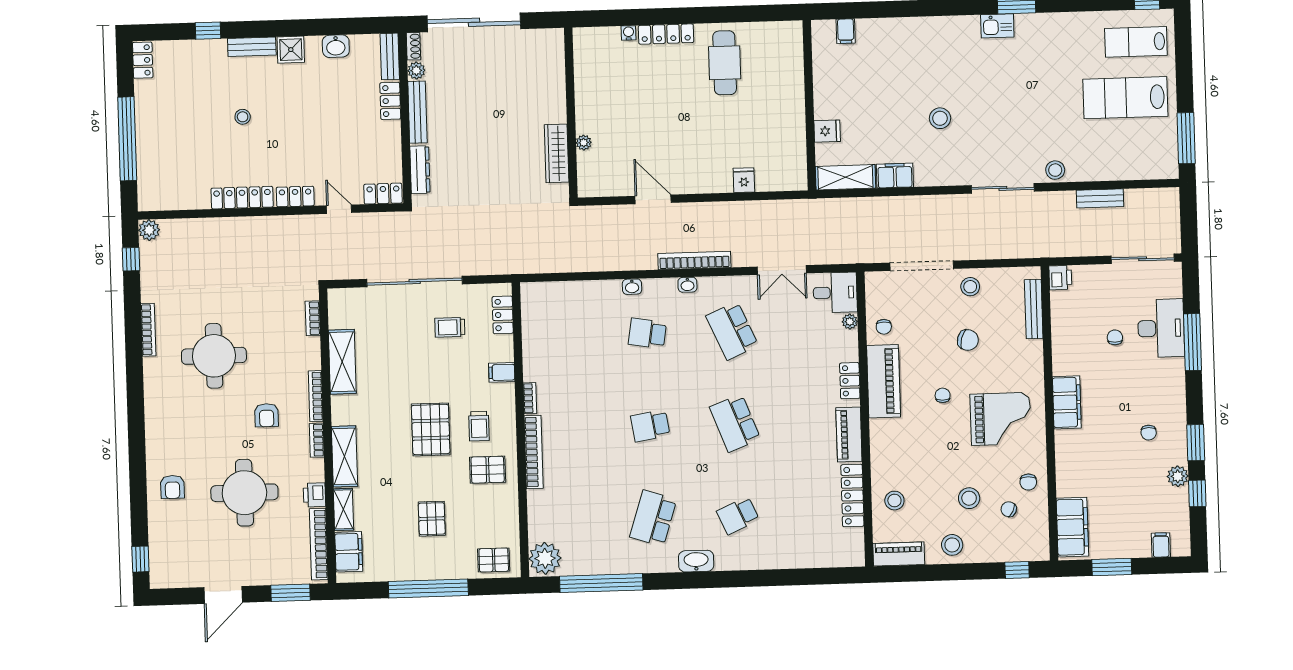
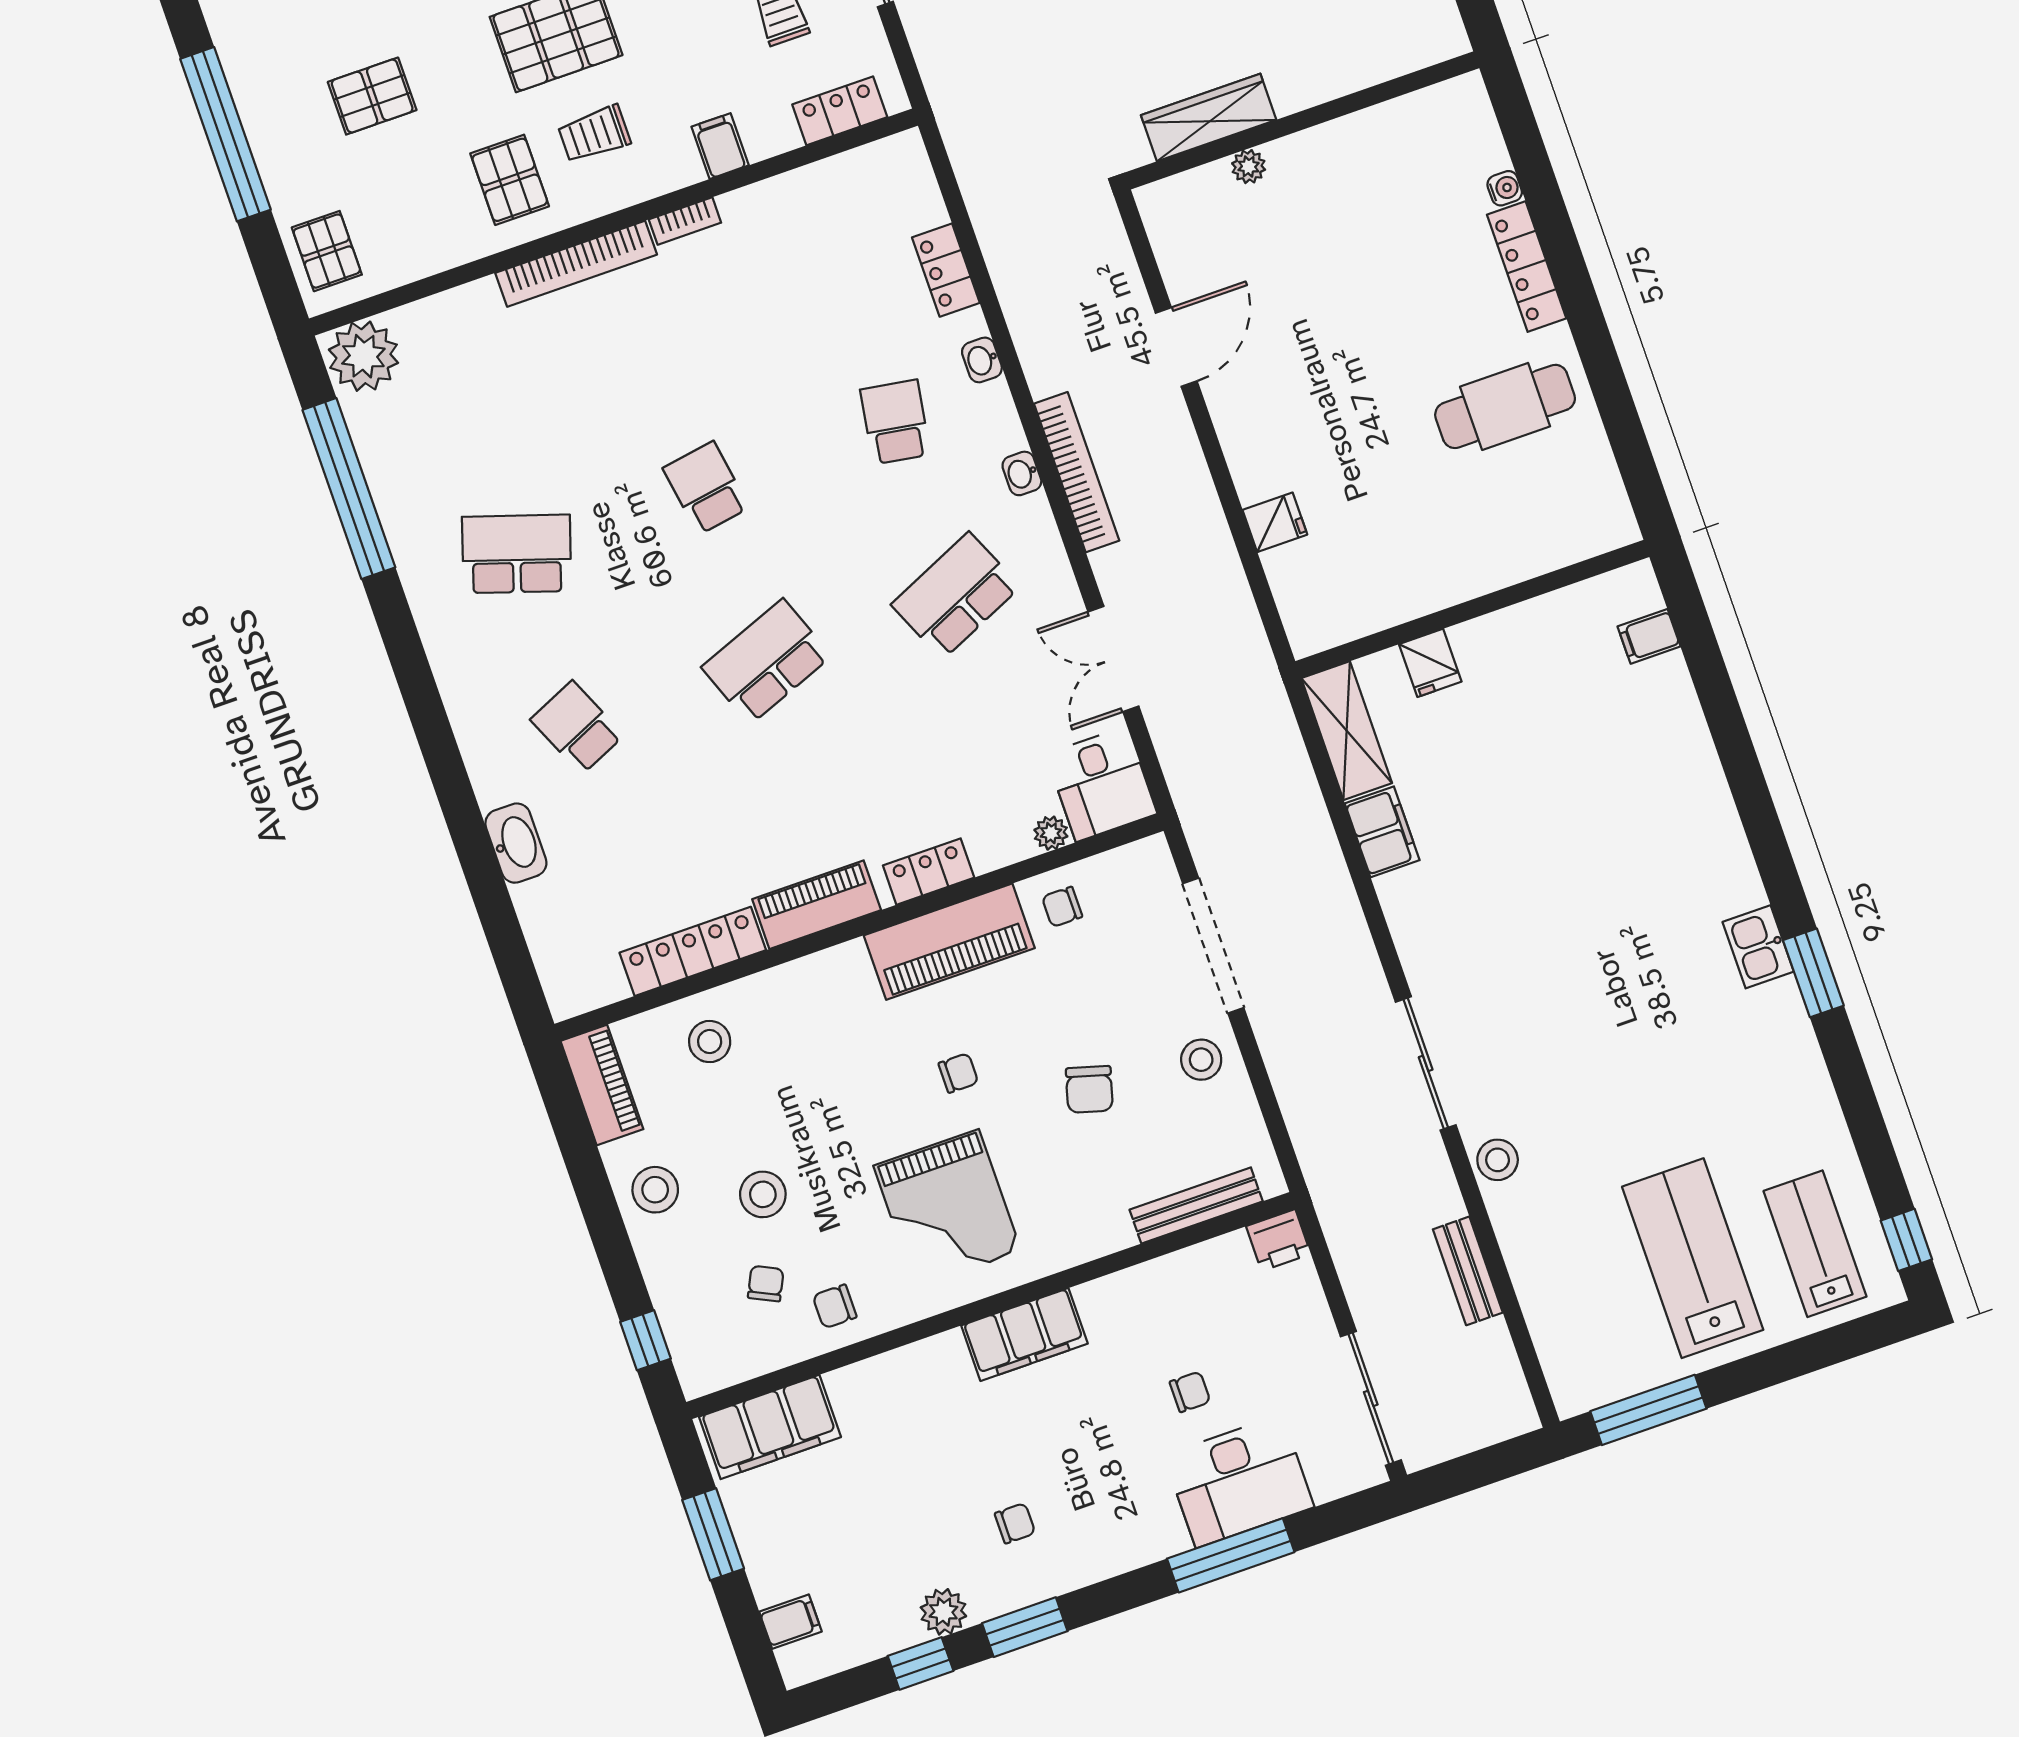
stool: (940, 118) -> (1530, 888), removed
locker: (587, 290) -> (946, 270), added
chair: (1149, 433) -> (1015, 1523), turned 180
washbasin: (696, 561) -> (516, 843), moved

